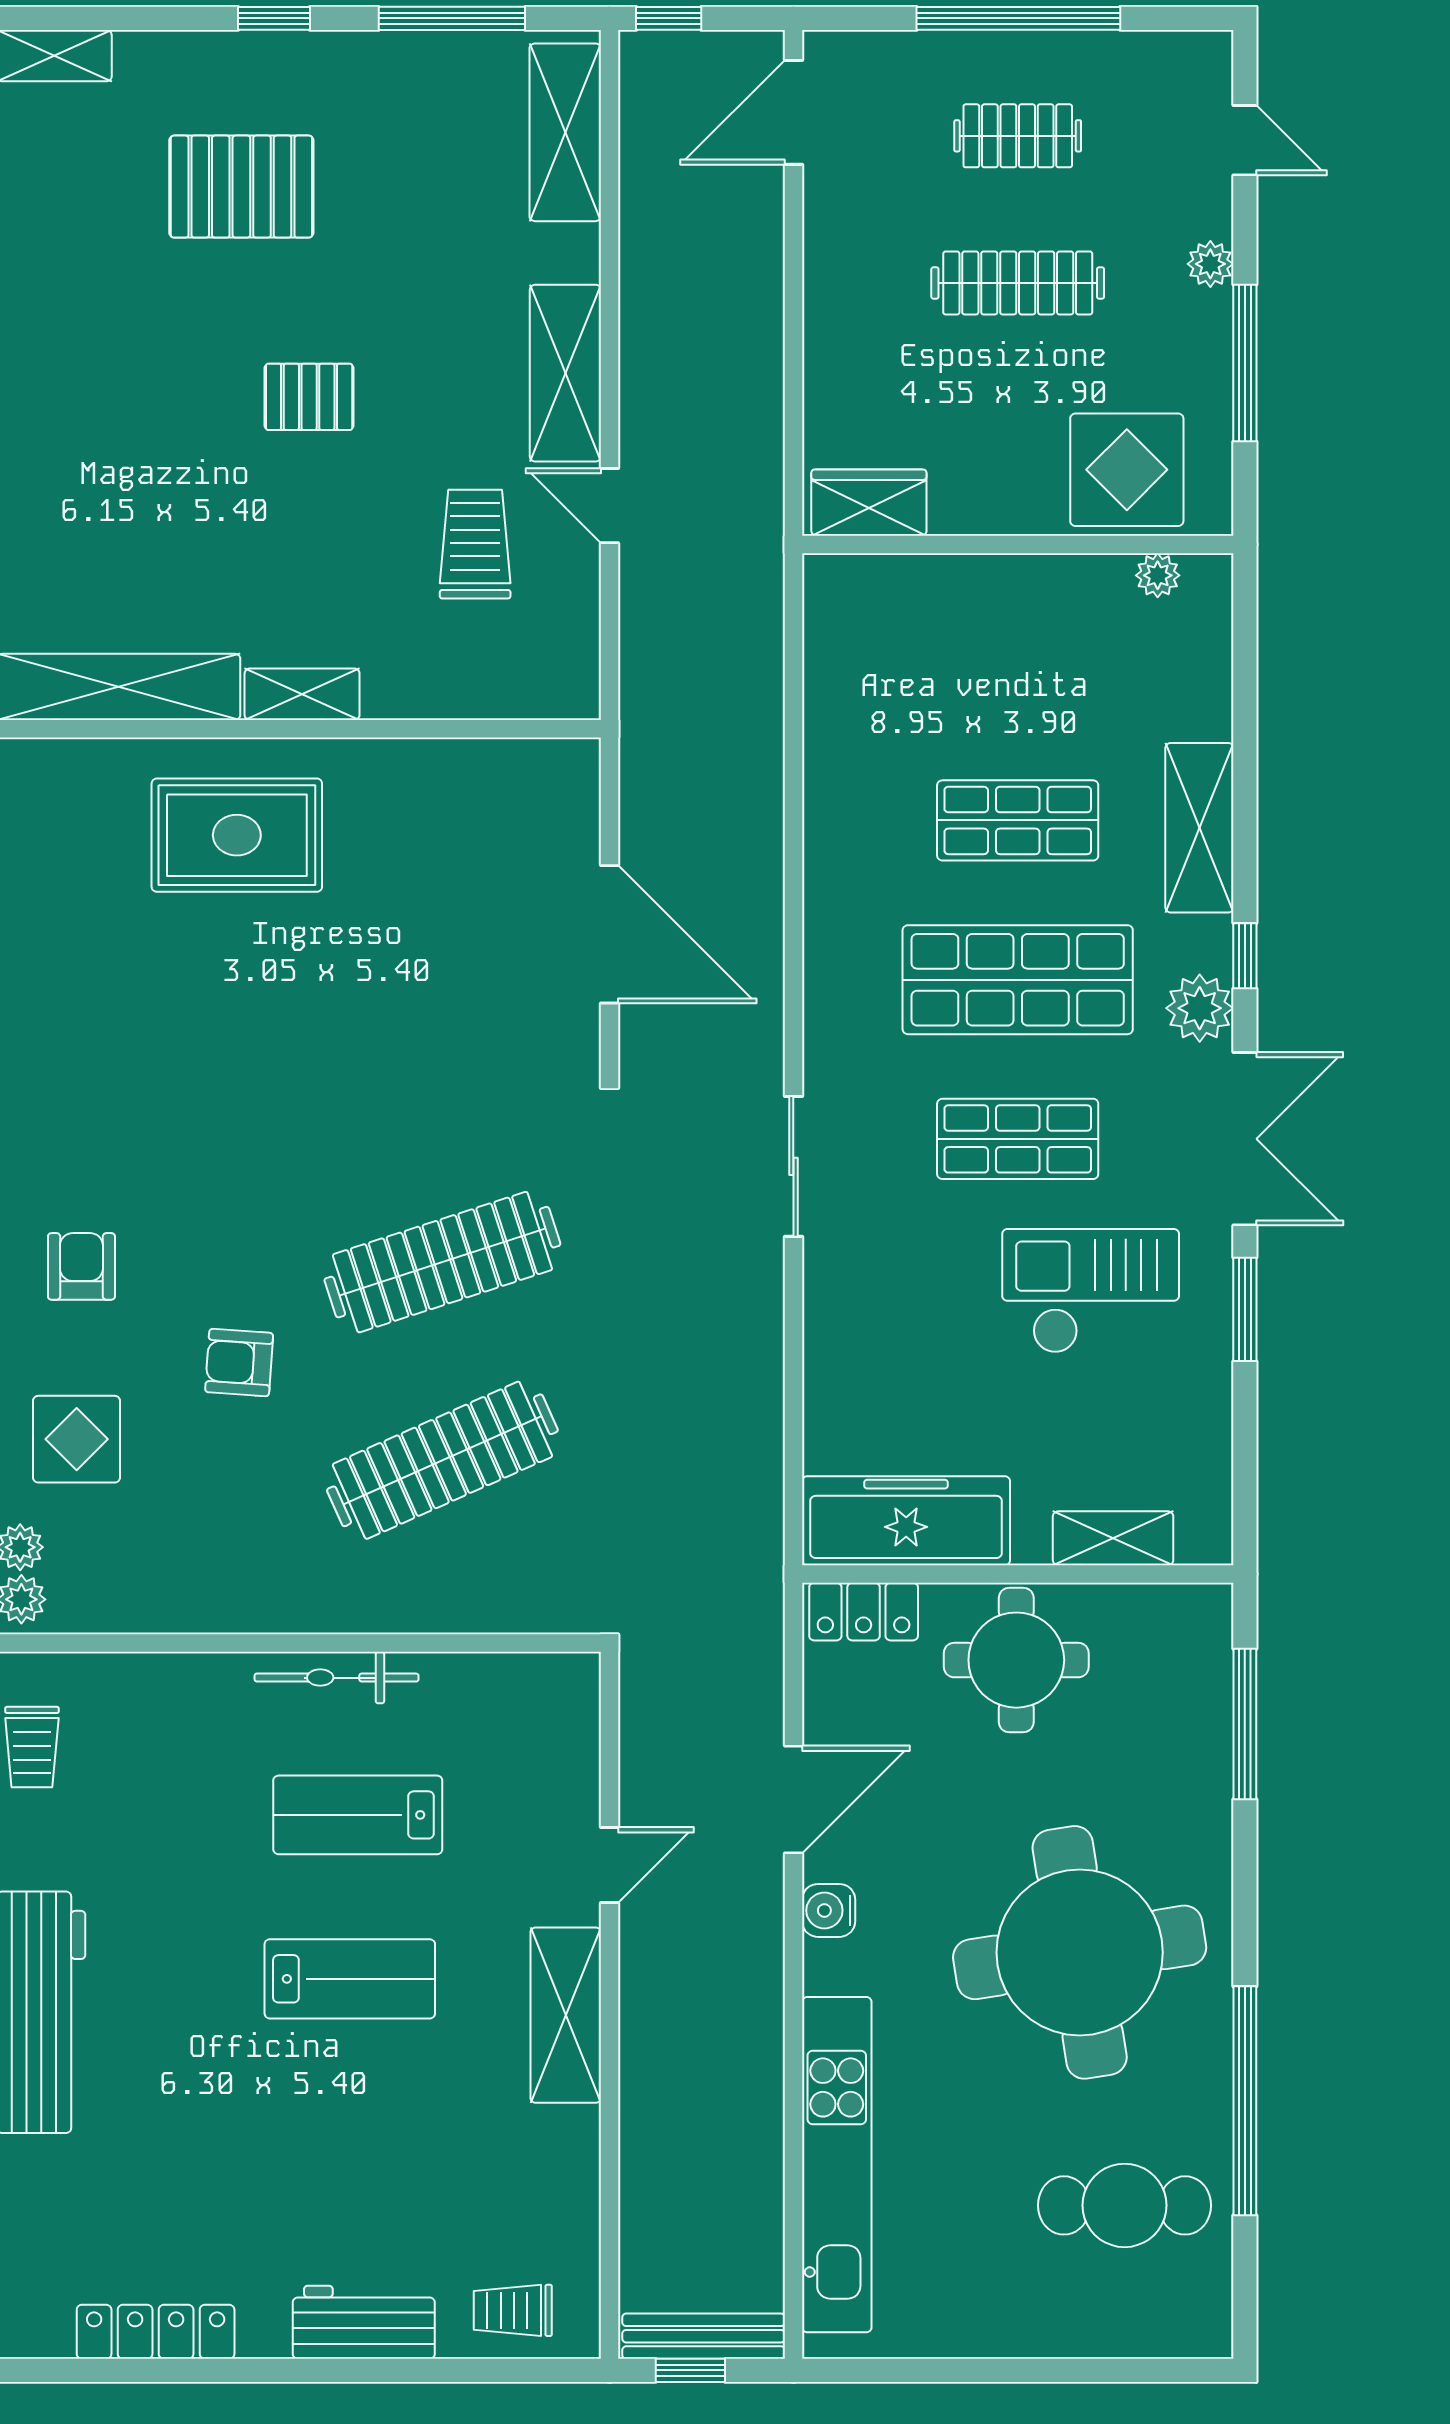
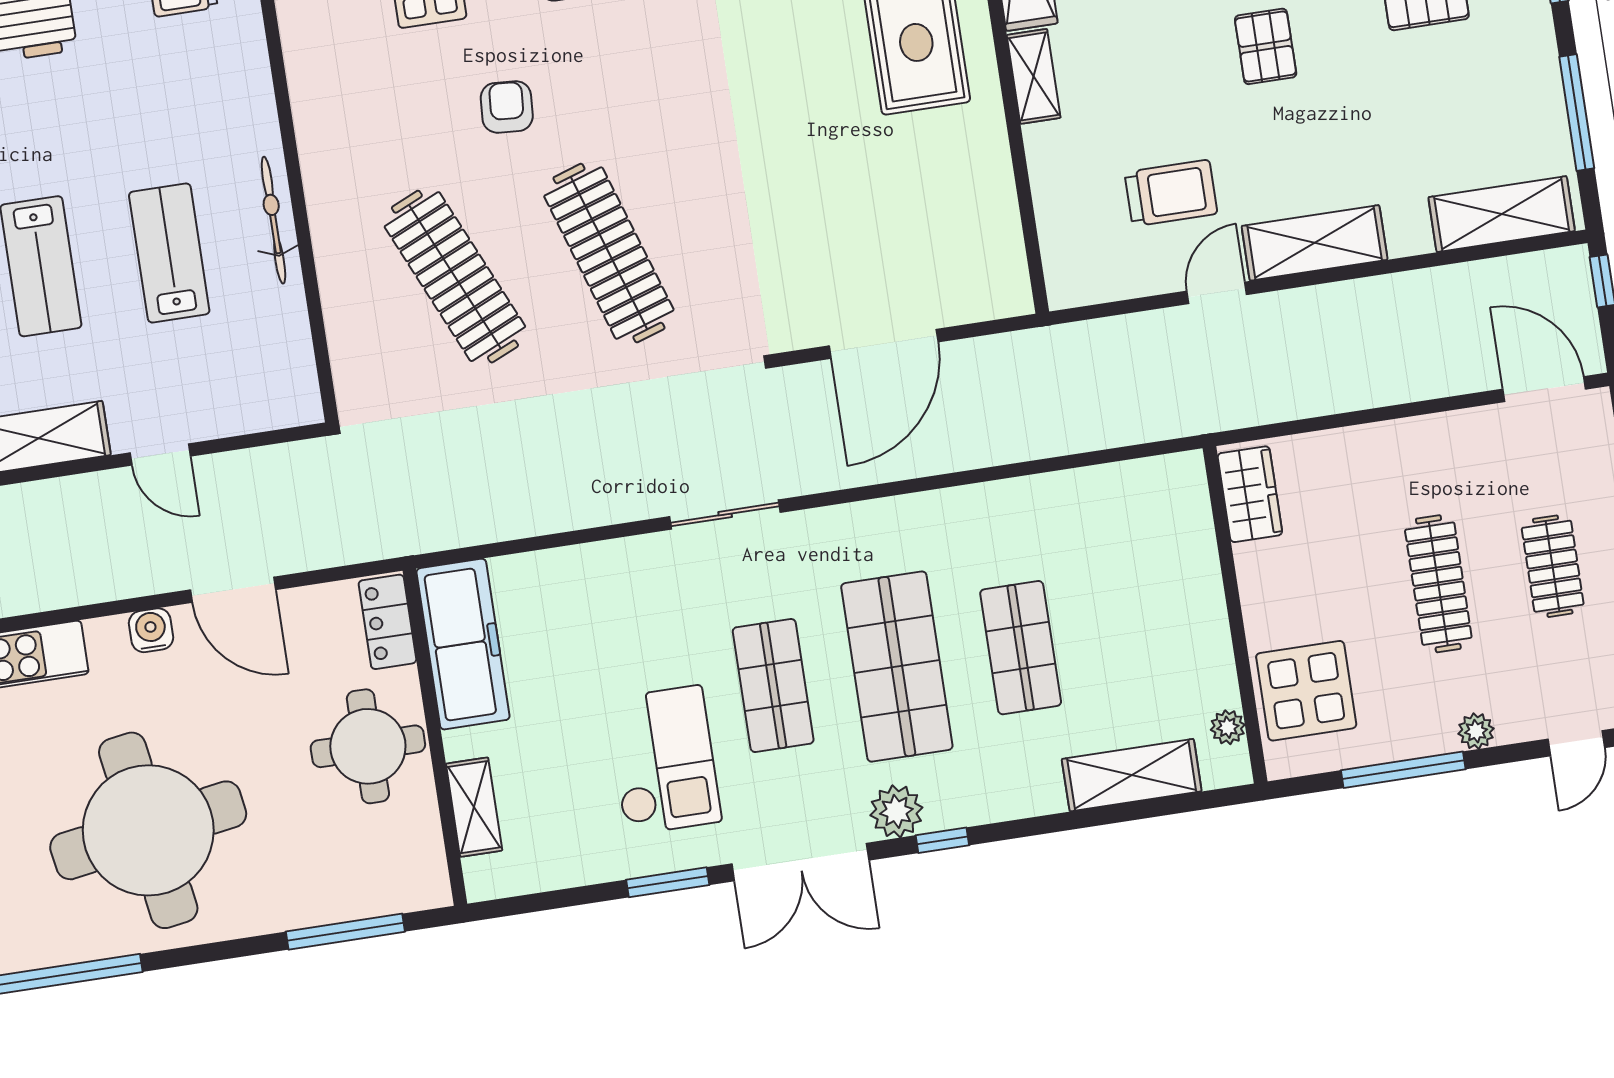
shelving: (1199, 828) -> (1132, 775), moved

